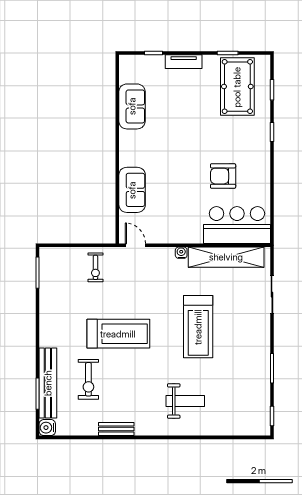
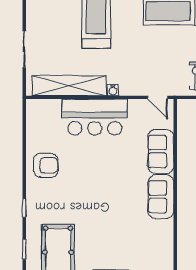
sofa: (132, 106) -> (161, 197), moved
armchair: (223, 176) -> (46, 165), moved
bar counter: (237, 225) -> (95, 117), moved

